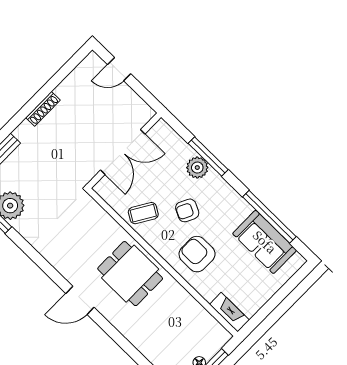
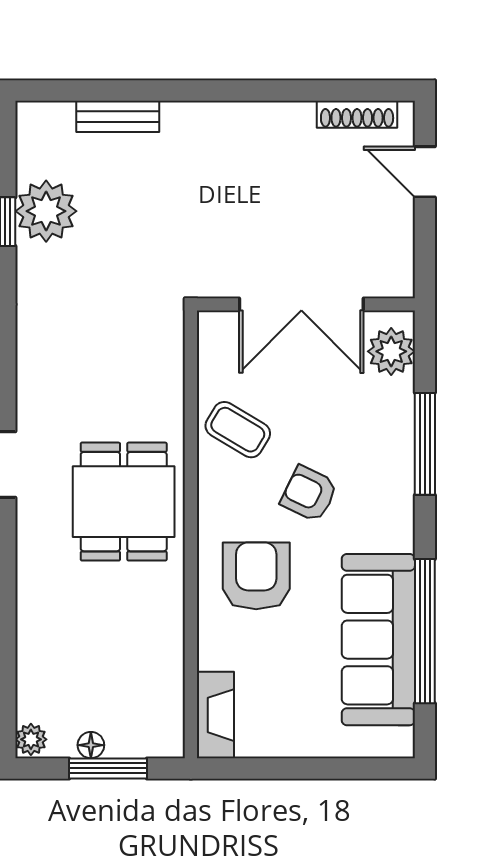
shoe rack: (43, 109) -> (357, 114), moved
plant: (197, 168) -> (391, 351), moved
sofa: (265, 242) -> (378, 640), width x1.36

